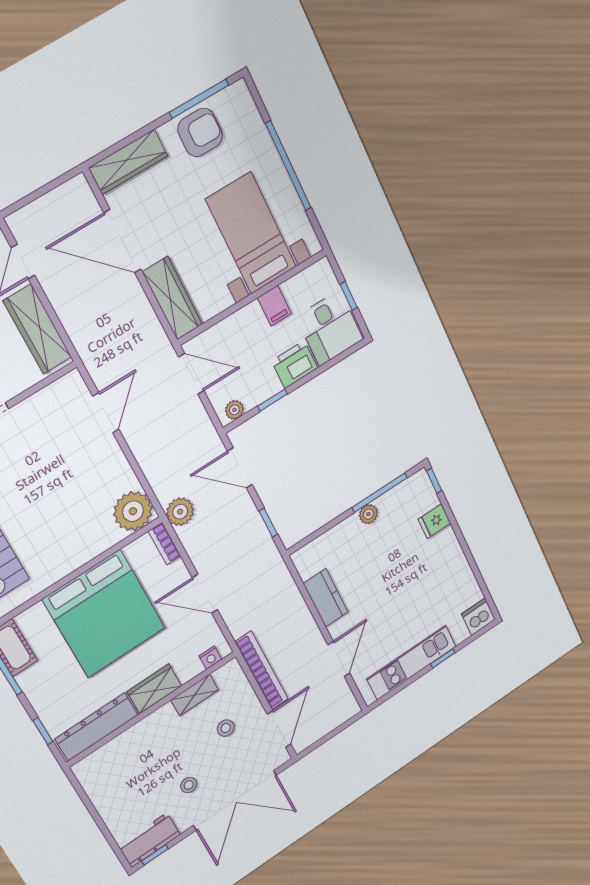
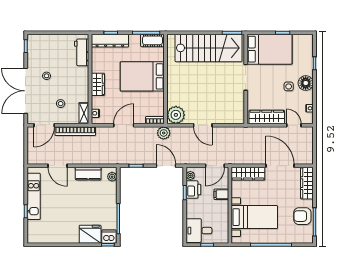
armchair: (200, 132) -> (302, 216), turned 90
door: (123, 241) -> (280, 166), hinge flipped
filing cabinet: (274, 306) -> (221, 194), moved
printer: (295, 364) -> (193, 190), moved
door: (106, 413) -> (203, 125), moved
door: (240, 468) -> (166, 166), hinge flipped
plant: (368, 514) -> (112, 177), moved
fridge: (434, 521) -> (90, 234), width x1.88, depth x1.34
bed: (104, 614) -> (142, 76), width x0.73
dishwasher: (478, 617) -> (109, 237), moved, turned -90
shelving: (195, 695) -> (84, 113), moved
dresser: (97, 727) -> (110, 41), moved, turned 90
door: (279, 729) -> (44, 125), hinge flipped
workbench: (149, 840) -> (82, 52), moved, turned 180

